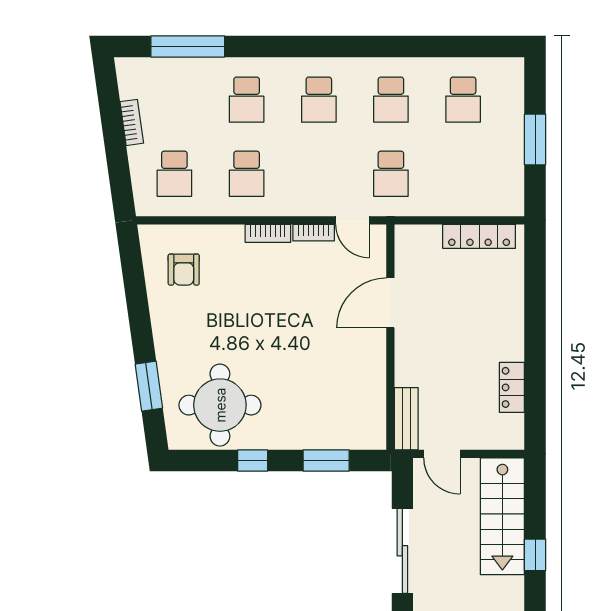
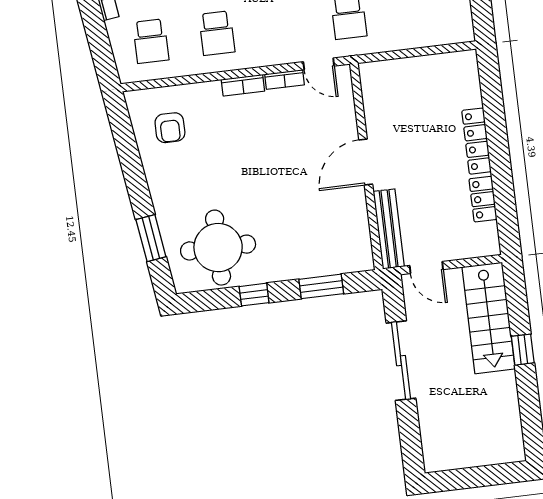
locker: (479, 236) -> (477, 141), moved, turned 90
door: (390, 303) -> (366, 162), moved
bench: (406, 419) -> (389, 229), width x1.36

